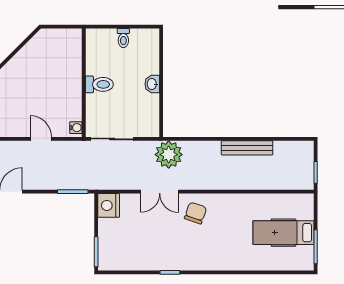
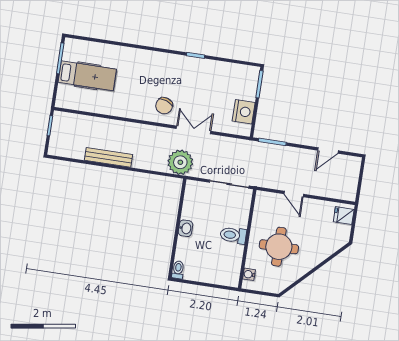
toilet: (123, 38) -> (178, 270), moved
round table: (48, 80) -> (279, 247), added
water cooler: (76, 128) -> (249, 274), moved
nightstand: (109, 205) -> (244, 112), moved

